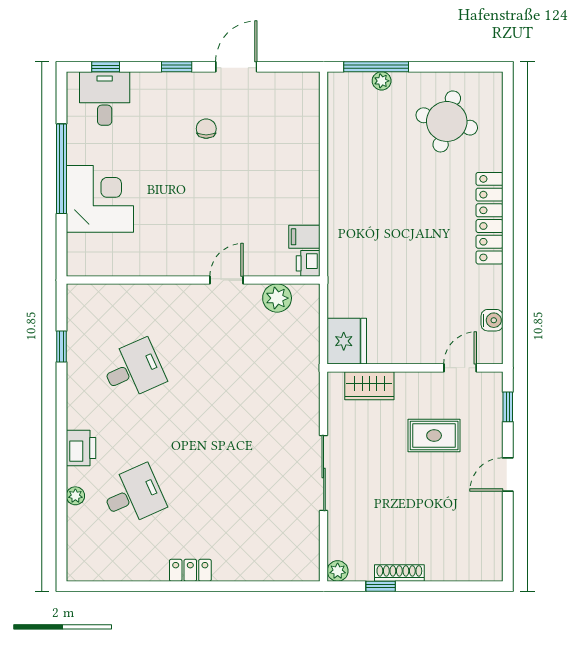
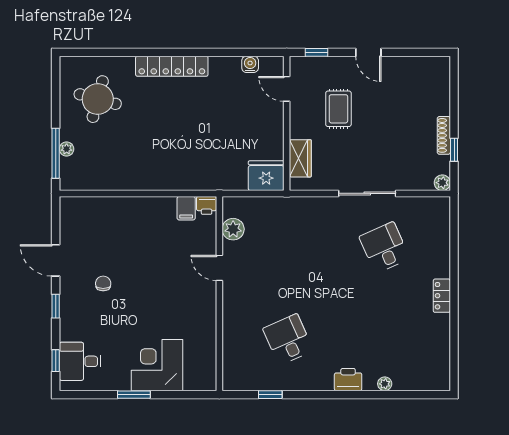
chair: (206, 129) -> (103, 283), turned 90
window: (61, 169) -> (134, 395), width x0.47
desk: (133, 495) -> (384, 248), moved

